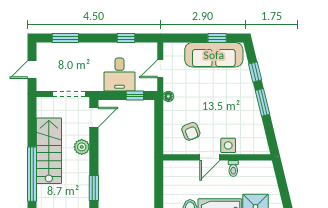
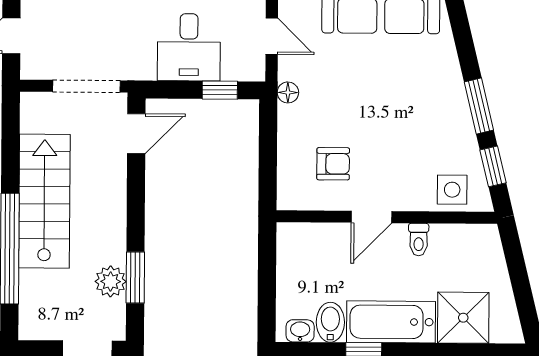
door: (160, 69) -> (272, 36), swing flipped
window: (255, 72) -> (493, 166), moved
armchair: (191, 131) -> (333, 164), turned -68
side table: (228, 145) -> (452, 190), moved
plant: (82, 147) -> (111, 281), moved

